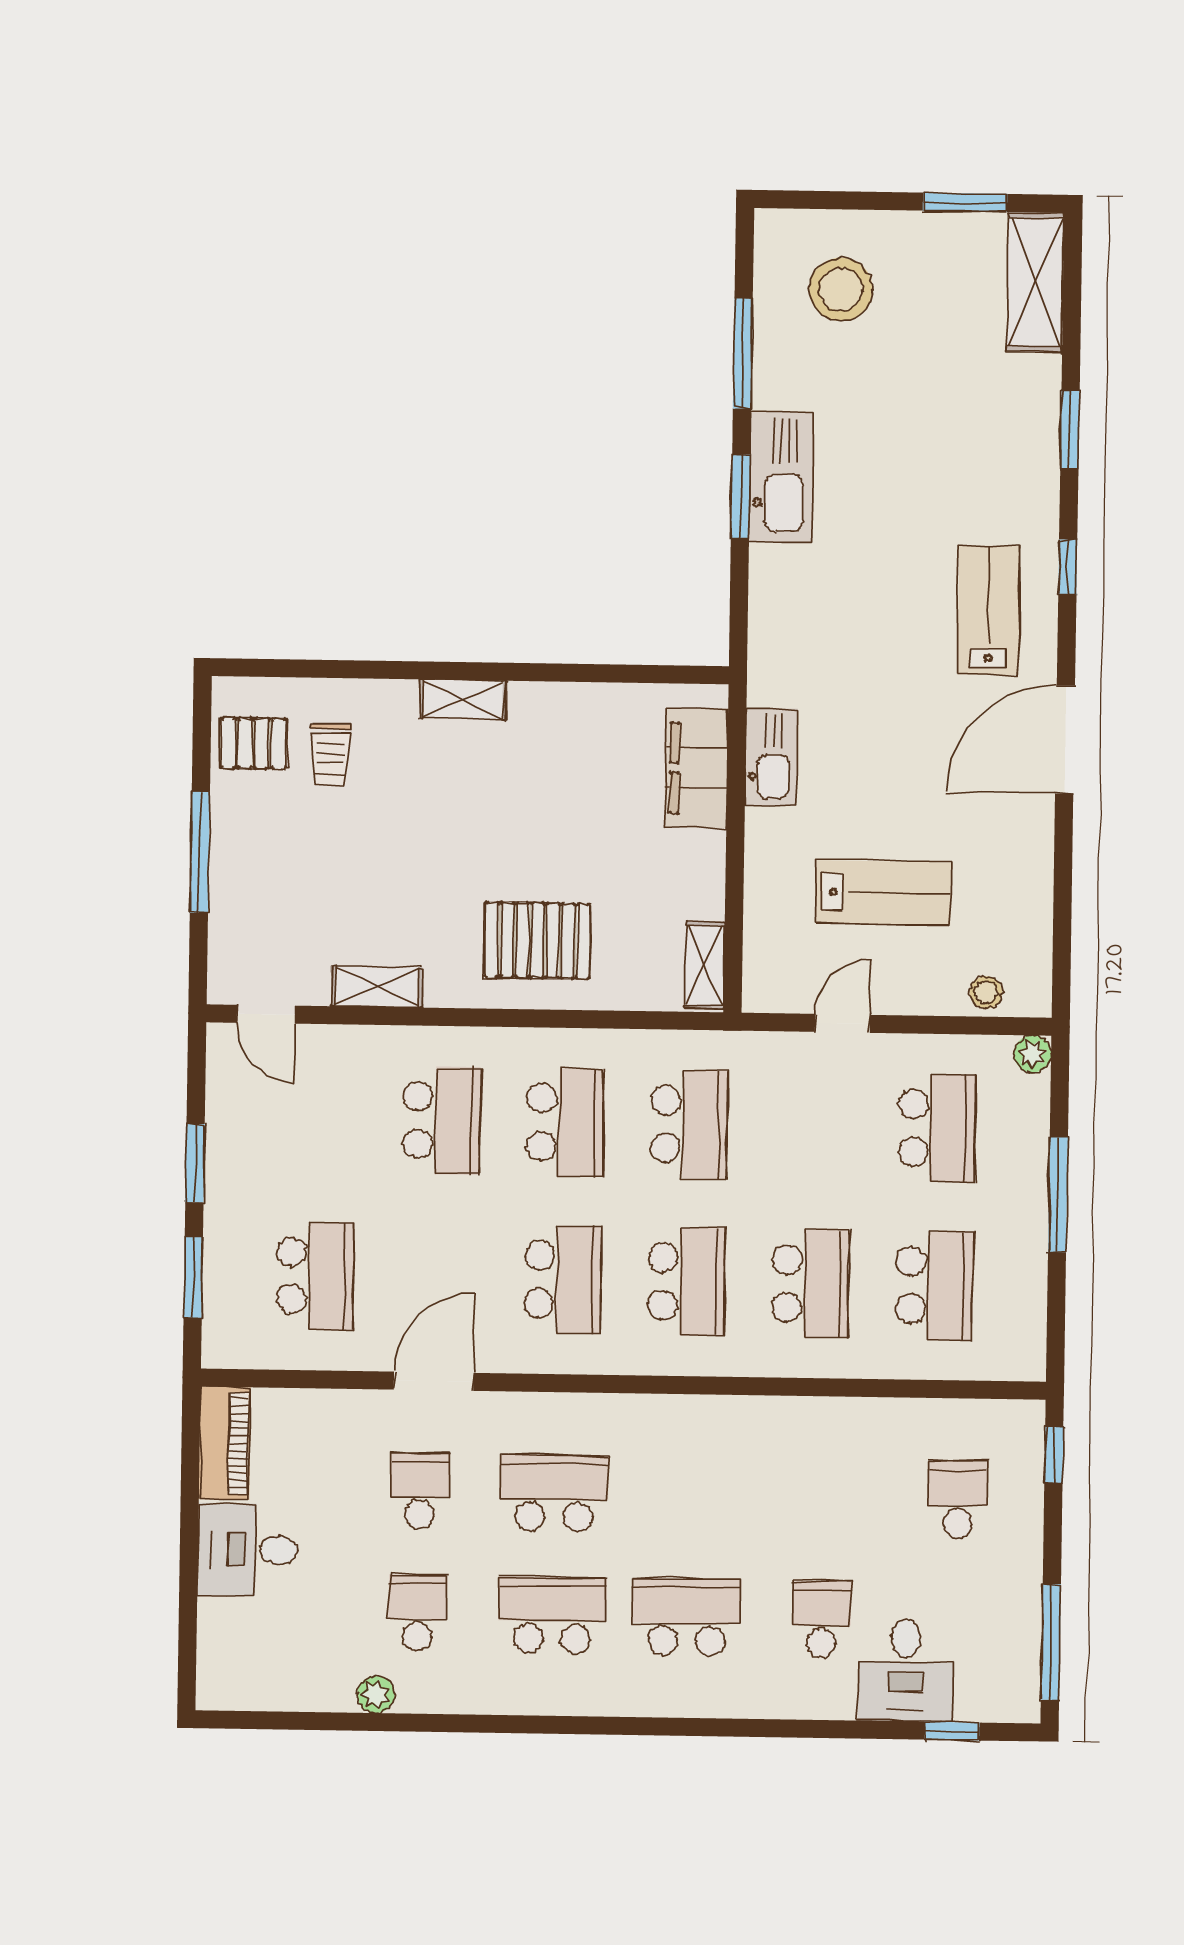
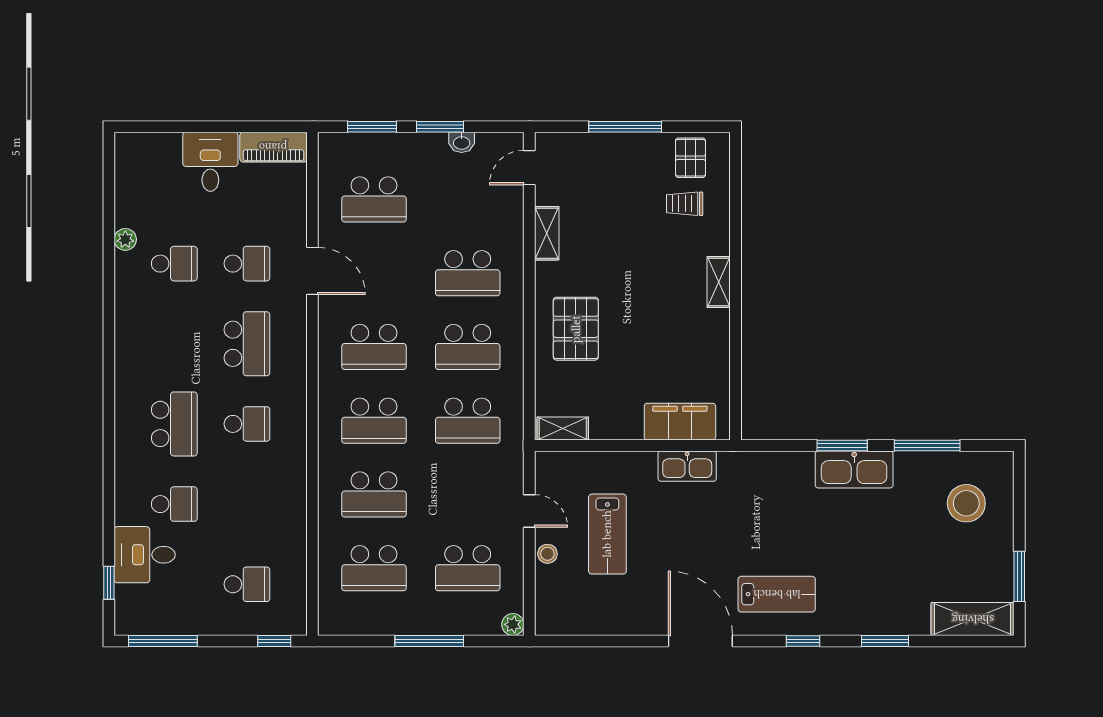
stool: (986, 992) -> (547, 554), moved
washbasin: (222, 1127) -> (462, 142), added
school desk: (552, 1615) -> (247, 424), moved, width x0.54

